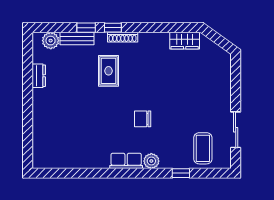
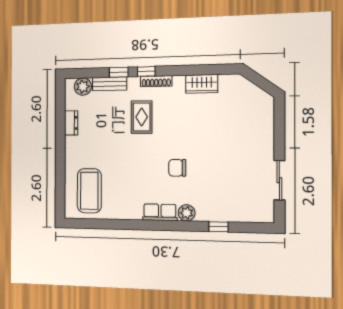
wardrobe: (185, 41) -> (202, 84), moved
coffee table: (203, 148) -> (89, 191), moved, width x1.36, depth x1.32

